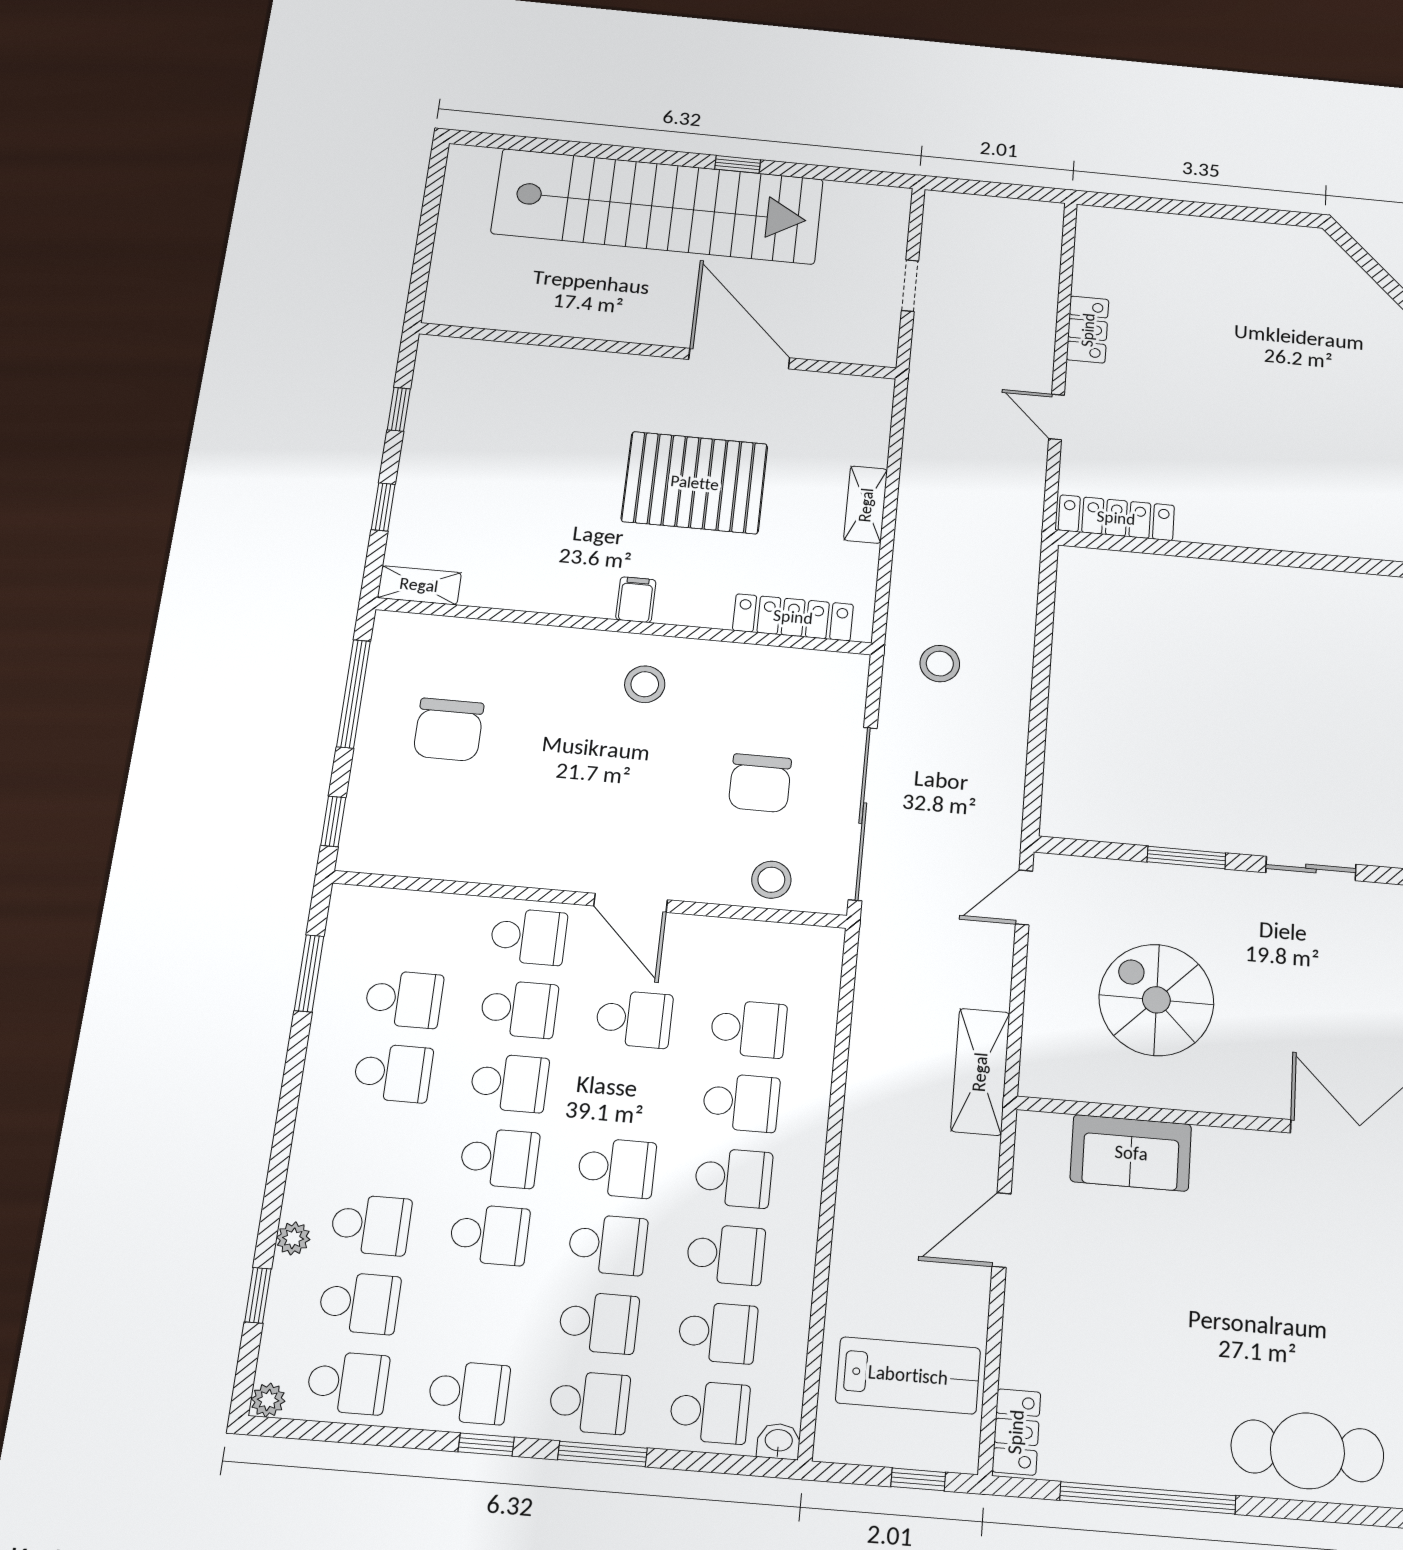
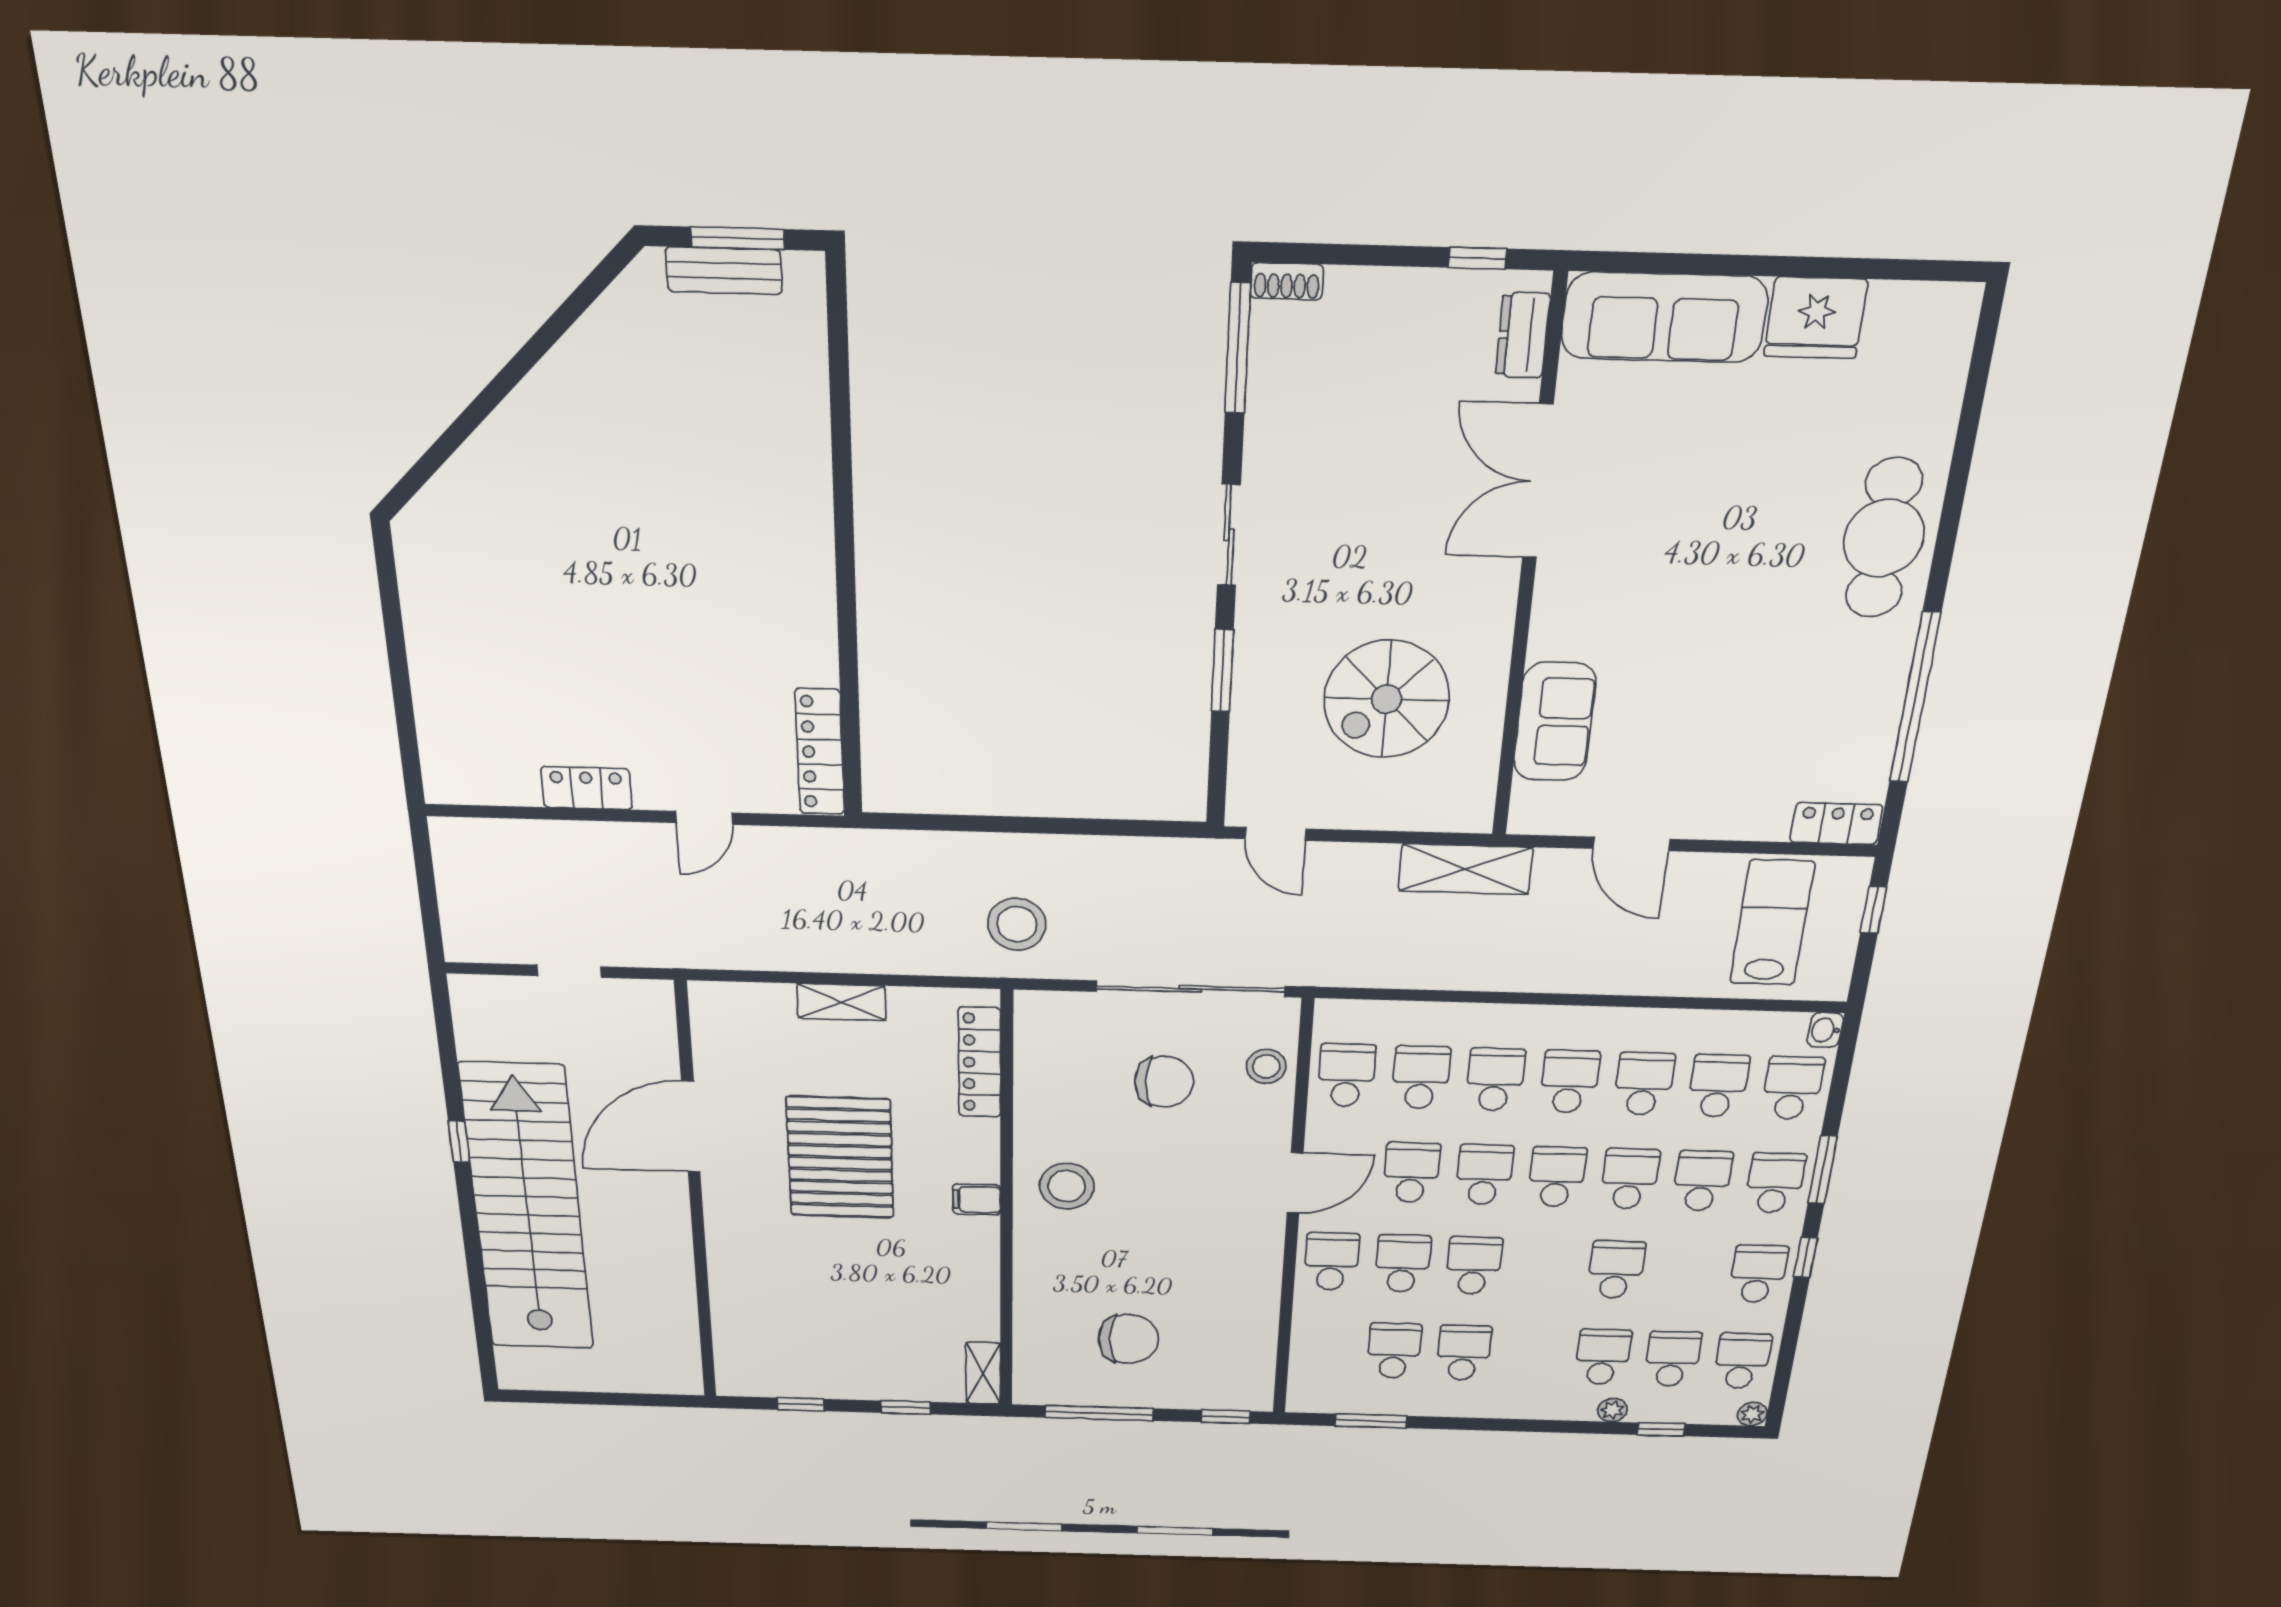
stool: (940, 664) -> (1017, 924), width x1.38, depth x1.38
stool: (645, 684) -> (1067, 1186), width x1.38, depth x1.38
school desk: (756, 956) -> (1347, 1075), added
school desk: (500, 1158) -> (1484, 1175), moved

